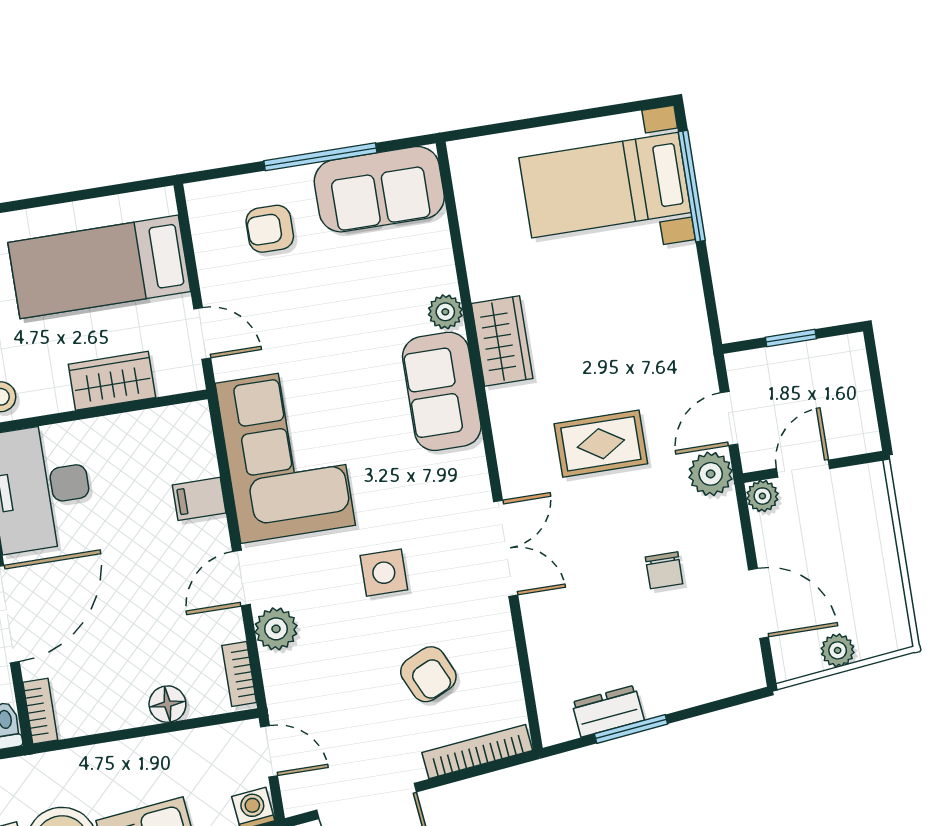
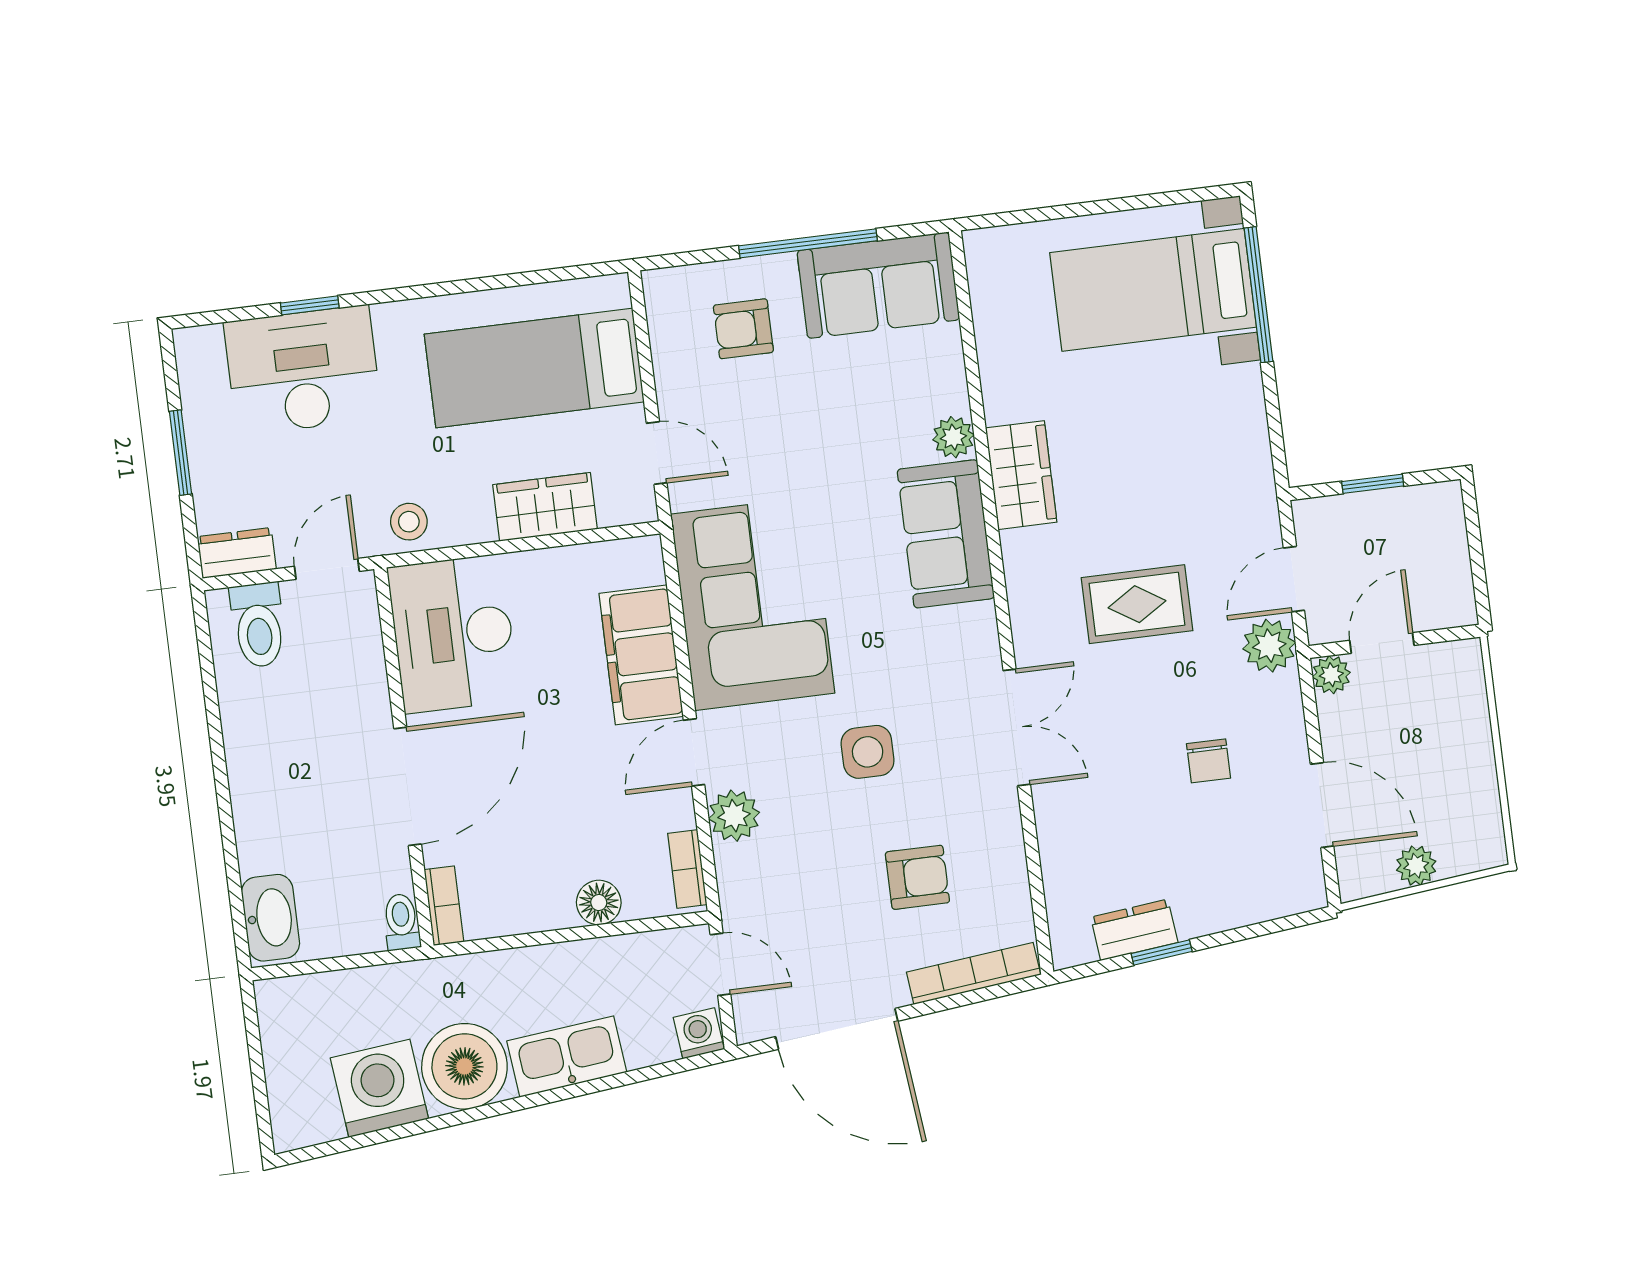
filing cabinet: (199, 499) -> (641, 655), width x3.00, depth x1.17
armchair: (428, 674) -> (917, 877), turned -65
window: (631, 729) -> (1162, 952), width x0.67

